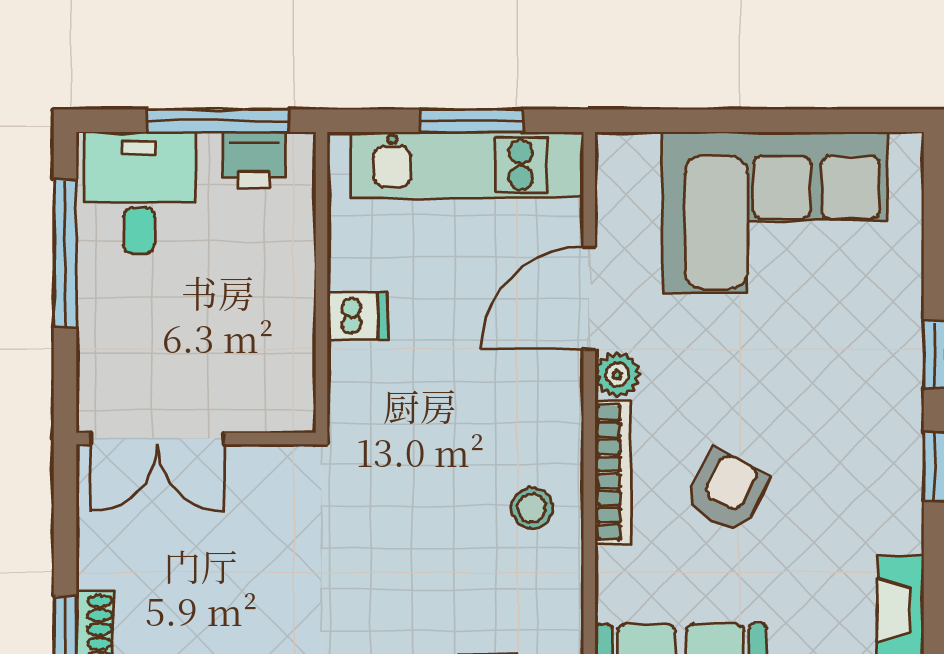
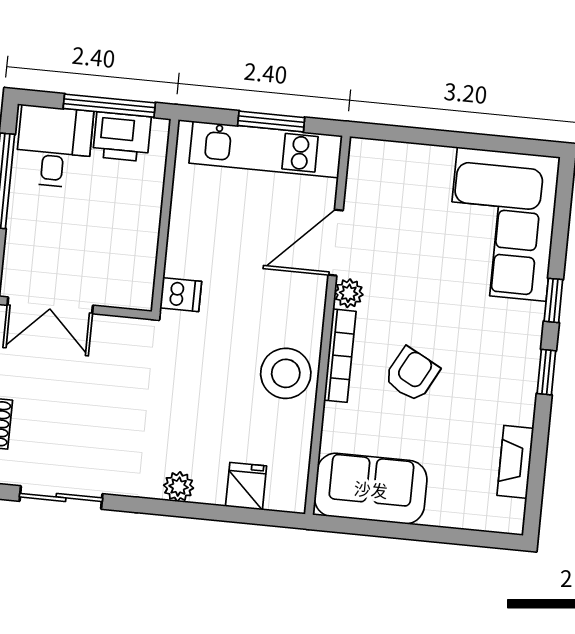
printer: (254, 160) -> (122, 137), width x1.36, depth x1.24
corner sofa: (775, 212) -> (502, 224), moved, turned 90
dishwasher: (358, 316) -> (181, 295), moved
stool: (532, 508) -> (286, 373), width x1.89, depth x1.89

